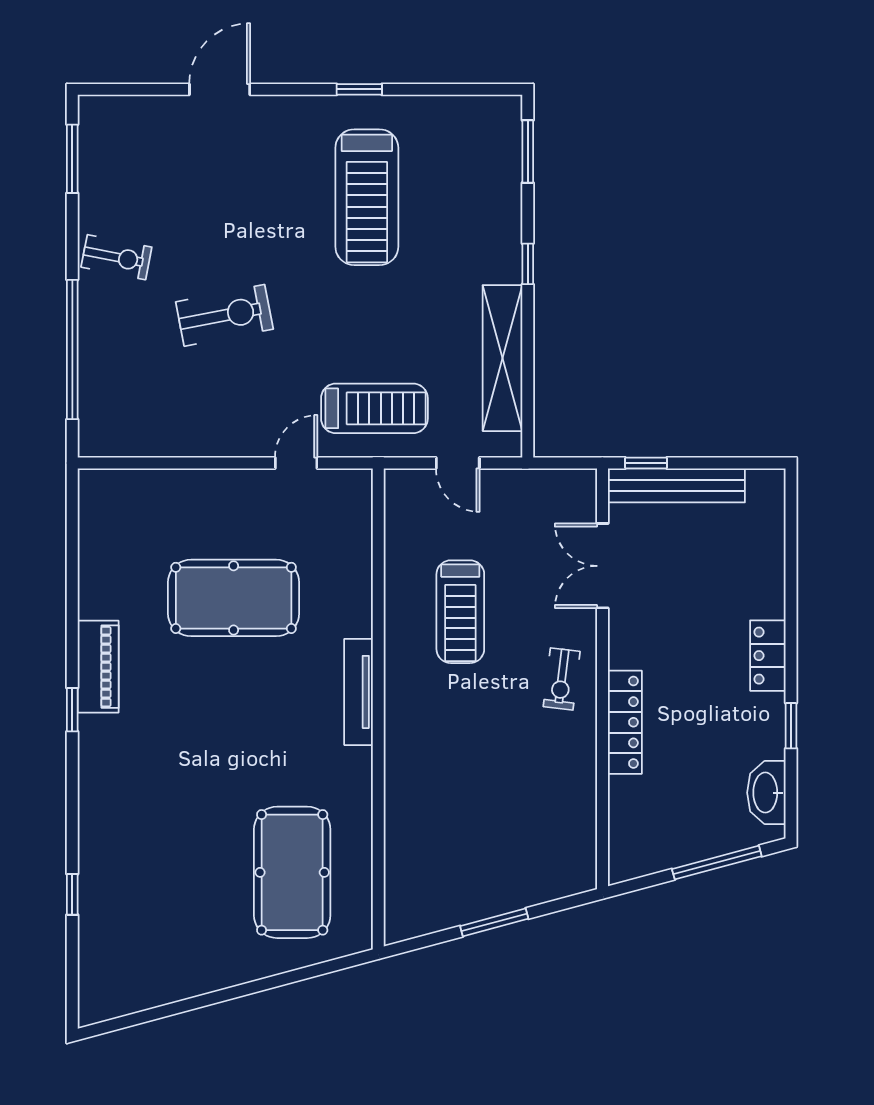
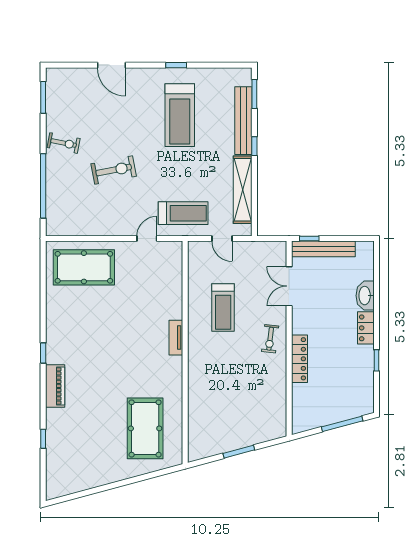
door: (220, 89) -> (111, 65), swing flipped
bench: (504, 209) -> (243, 121), added
pool table: (234, 598) -> (84, 267), moved
piano: (98, 667) -> (55, 386), moved
tv unit: (359, 692) -> (176, 338), width x0.71
washbasin: (766, 793) -> (365, 296), moved

